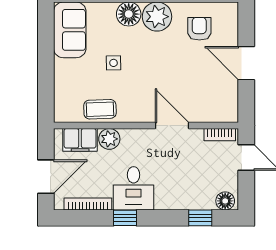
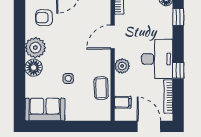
plant: (109, 139) -> (122, 66), moved
filing cabinet: (80, 140) -> (123, 102), width x0.50
desk: (134, 188) -> (157, 59), width x1.37

